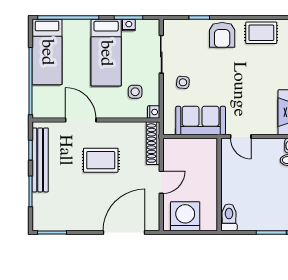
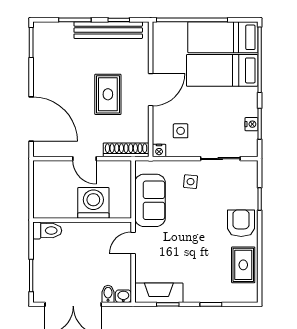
armchair: (222, 35) -> (241, 223), turned 90
bed: (106, 53) -> (222, 70), moved
door: (81, 120) -> (151, 90), moved
washing machine: (185, 216) -> (93, 203), moved, turned -90

